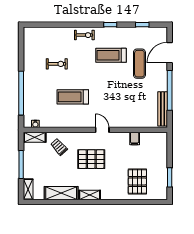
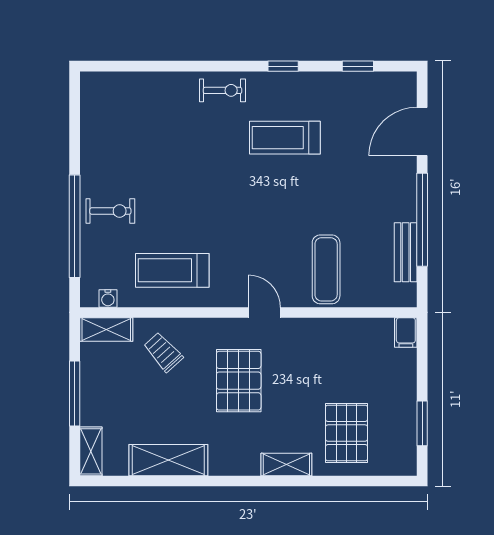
exercise bike: (57, 64) -> (110, 211), moved
exercise mat: (139, 64) -> (326, 269), moved
treadmill: (73, 97) -> (172, 270), moved
bench: (163, 109) -> (406, 252), width x0.73
filing cabinet: (135, 139) -> (406, 332), moved
pallet: (91, 159) -> (239, 381), turned 90
shelving: (90, 195) -> (286, 464), moved

